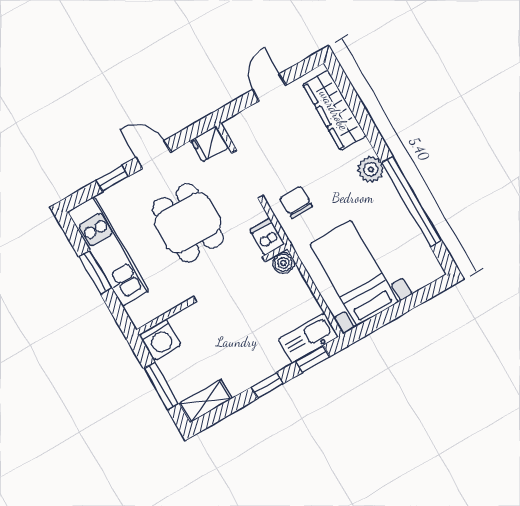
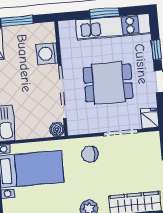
chair: (296, 202) -> (90, 154), turned 180
dishwasher: (267, 237) -> (77, 127), removed
washing machine: (160, 340) -> (47, 54), moved

